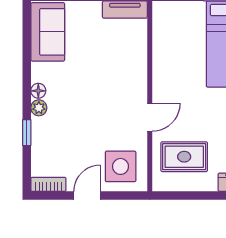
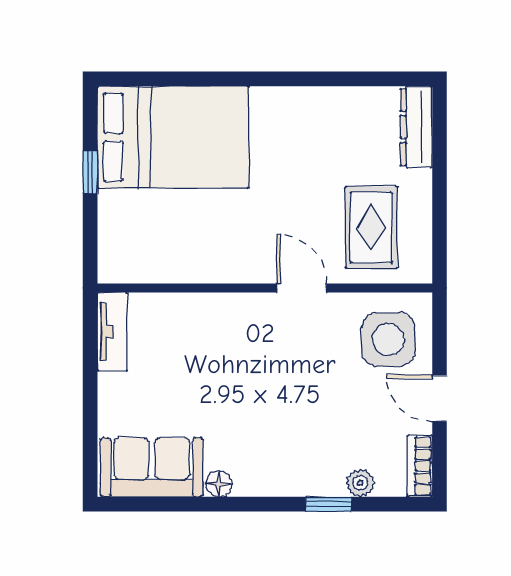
floor lamp: (38, 91) -> (219, 484), moved
plant: (39, 108) -> (360, 483), moved

